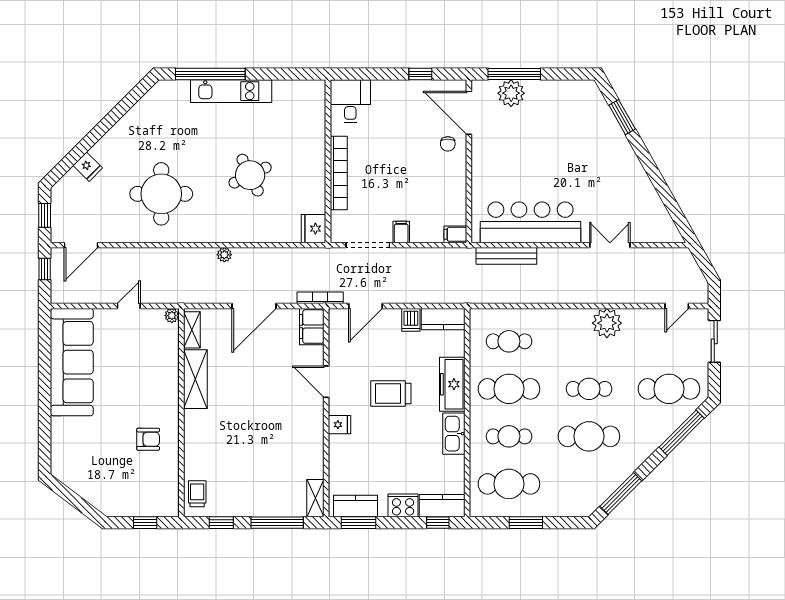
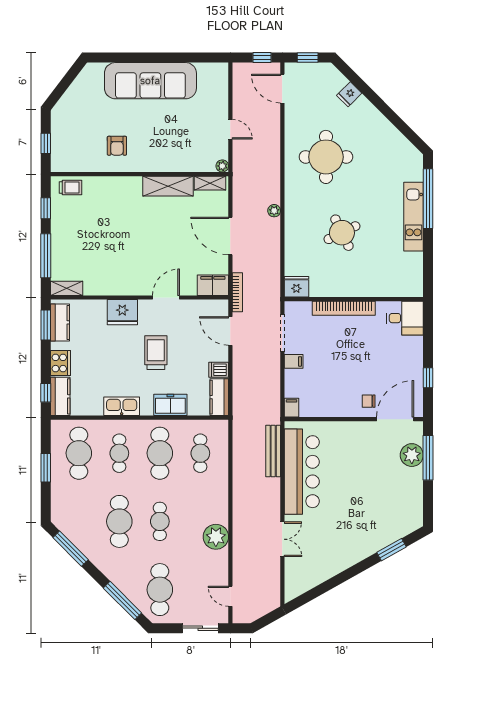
sofa: (72, 362) -> (150, 81), moved
freezer: (452, 384) -> (170, 405), width x0.71
fridge: (340, 425) -> (122, 312), width x1.88, depth x1.34

